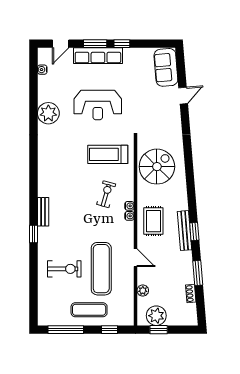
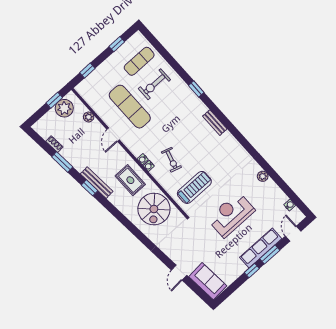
plant: (48, 113) -> (263, 176), width x0.53, depth x0.53
bench: (43, 212) -> (215, 123), moved
rug: (153, 221) -> (130, 180), moved
door: (136, 258) -> (113, 135), hinge flipped
exercise mat: (89, 310) -> (139, 61), moved
window: (66, 330) -> (117, 44), width x0.46

